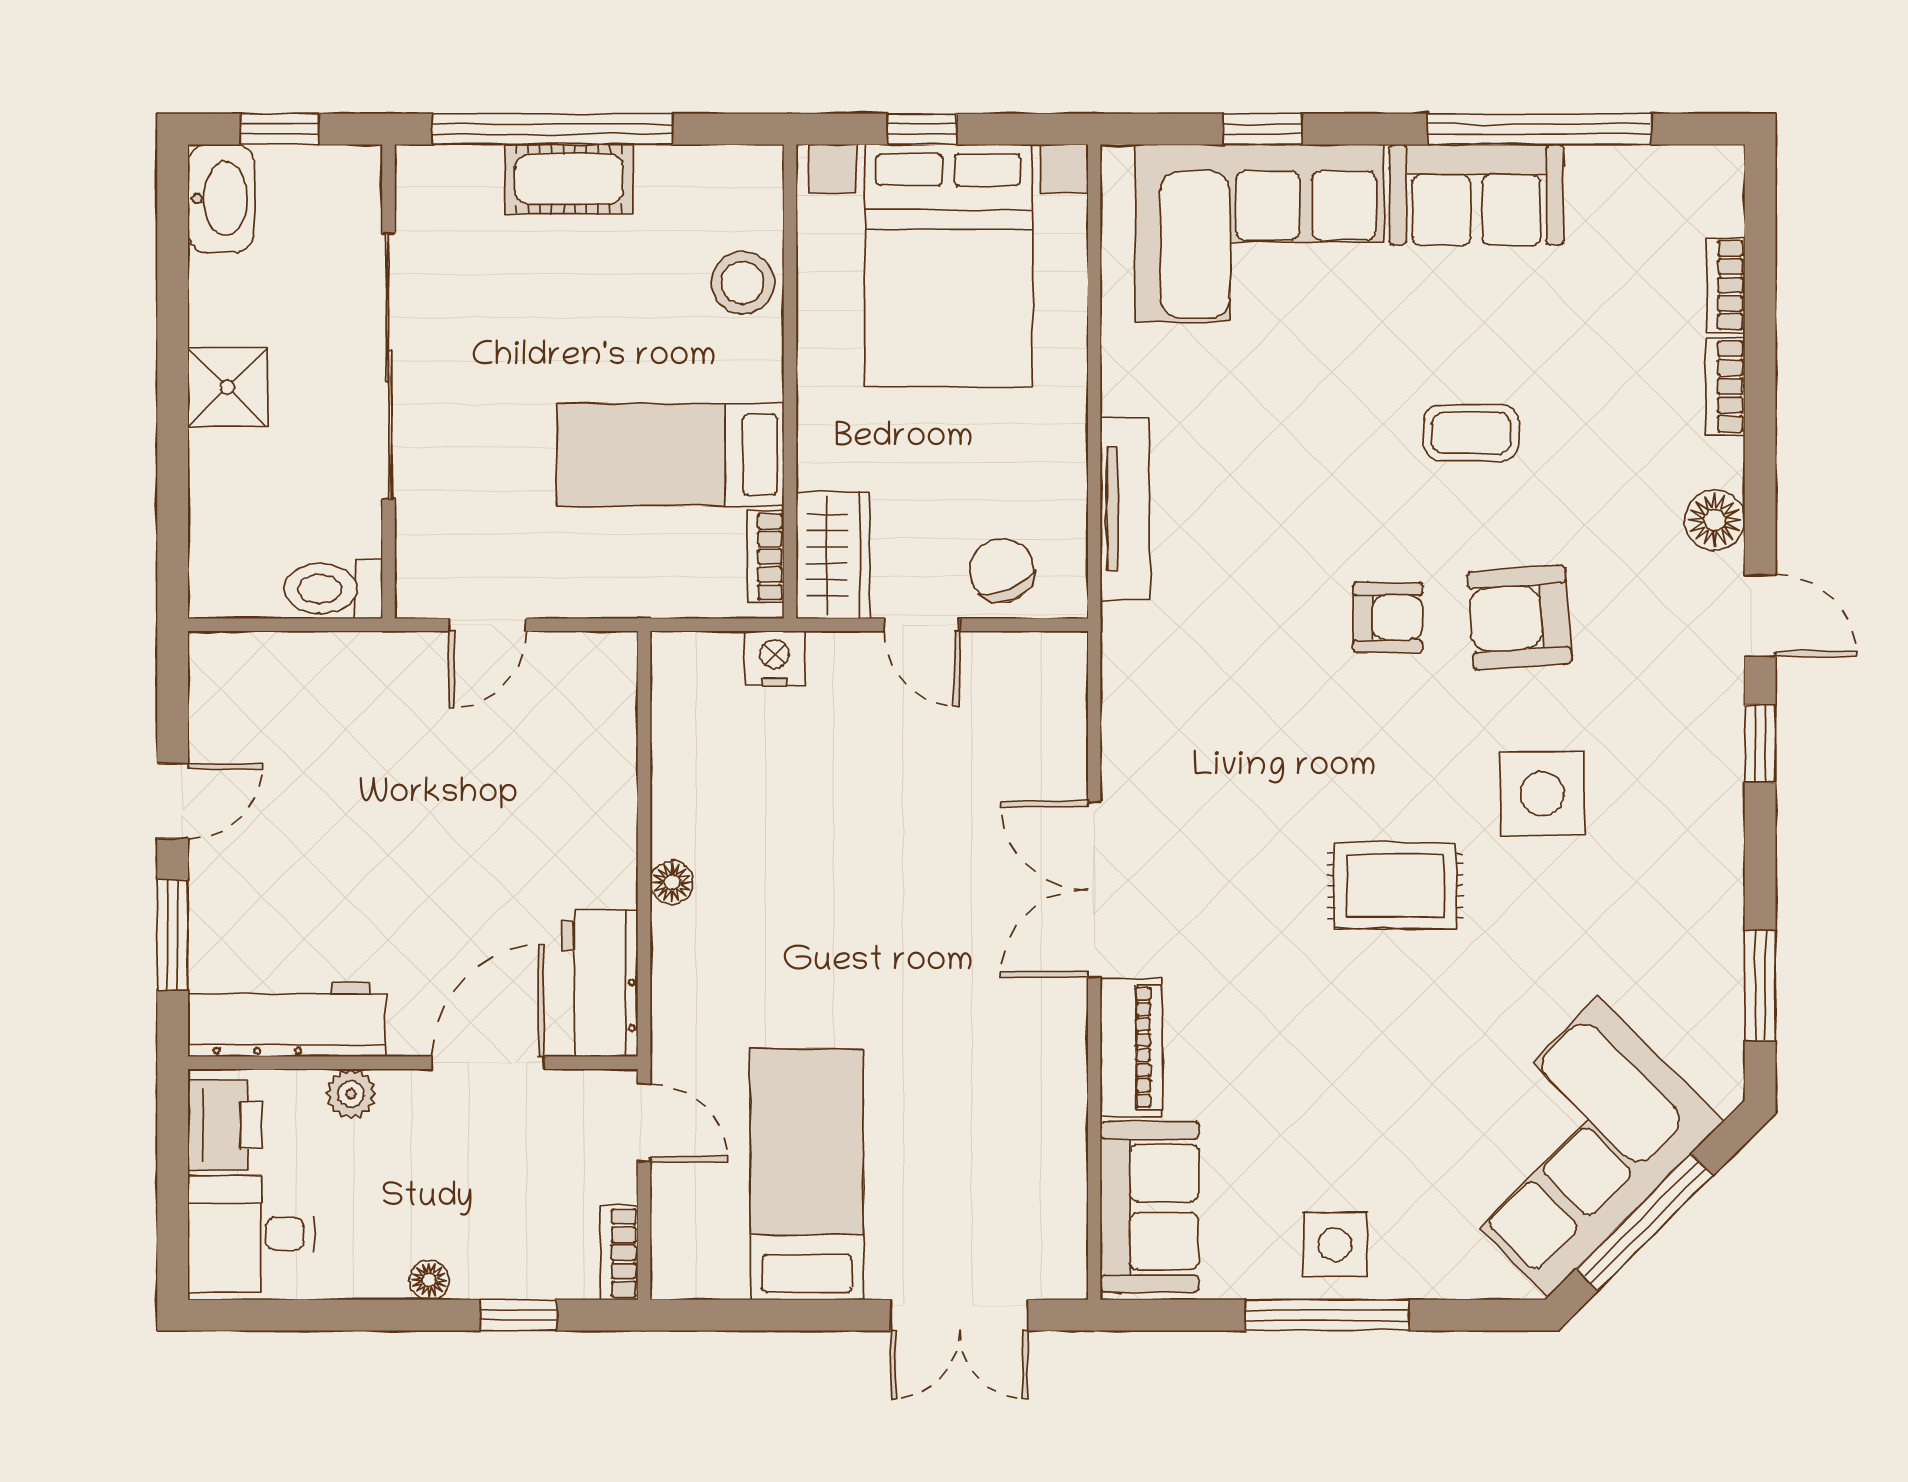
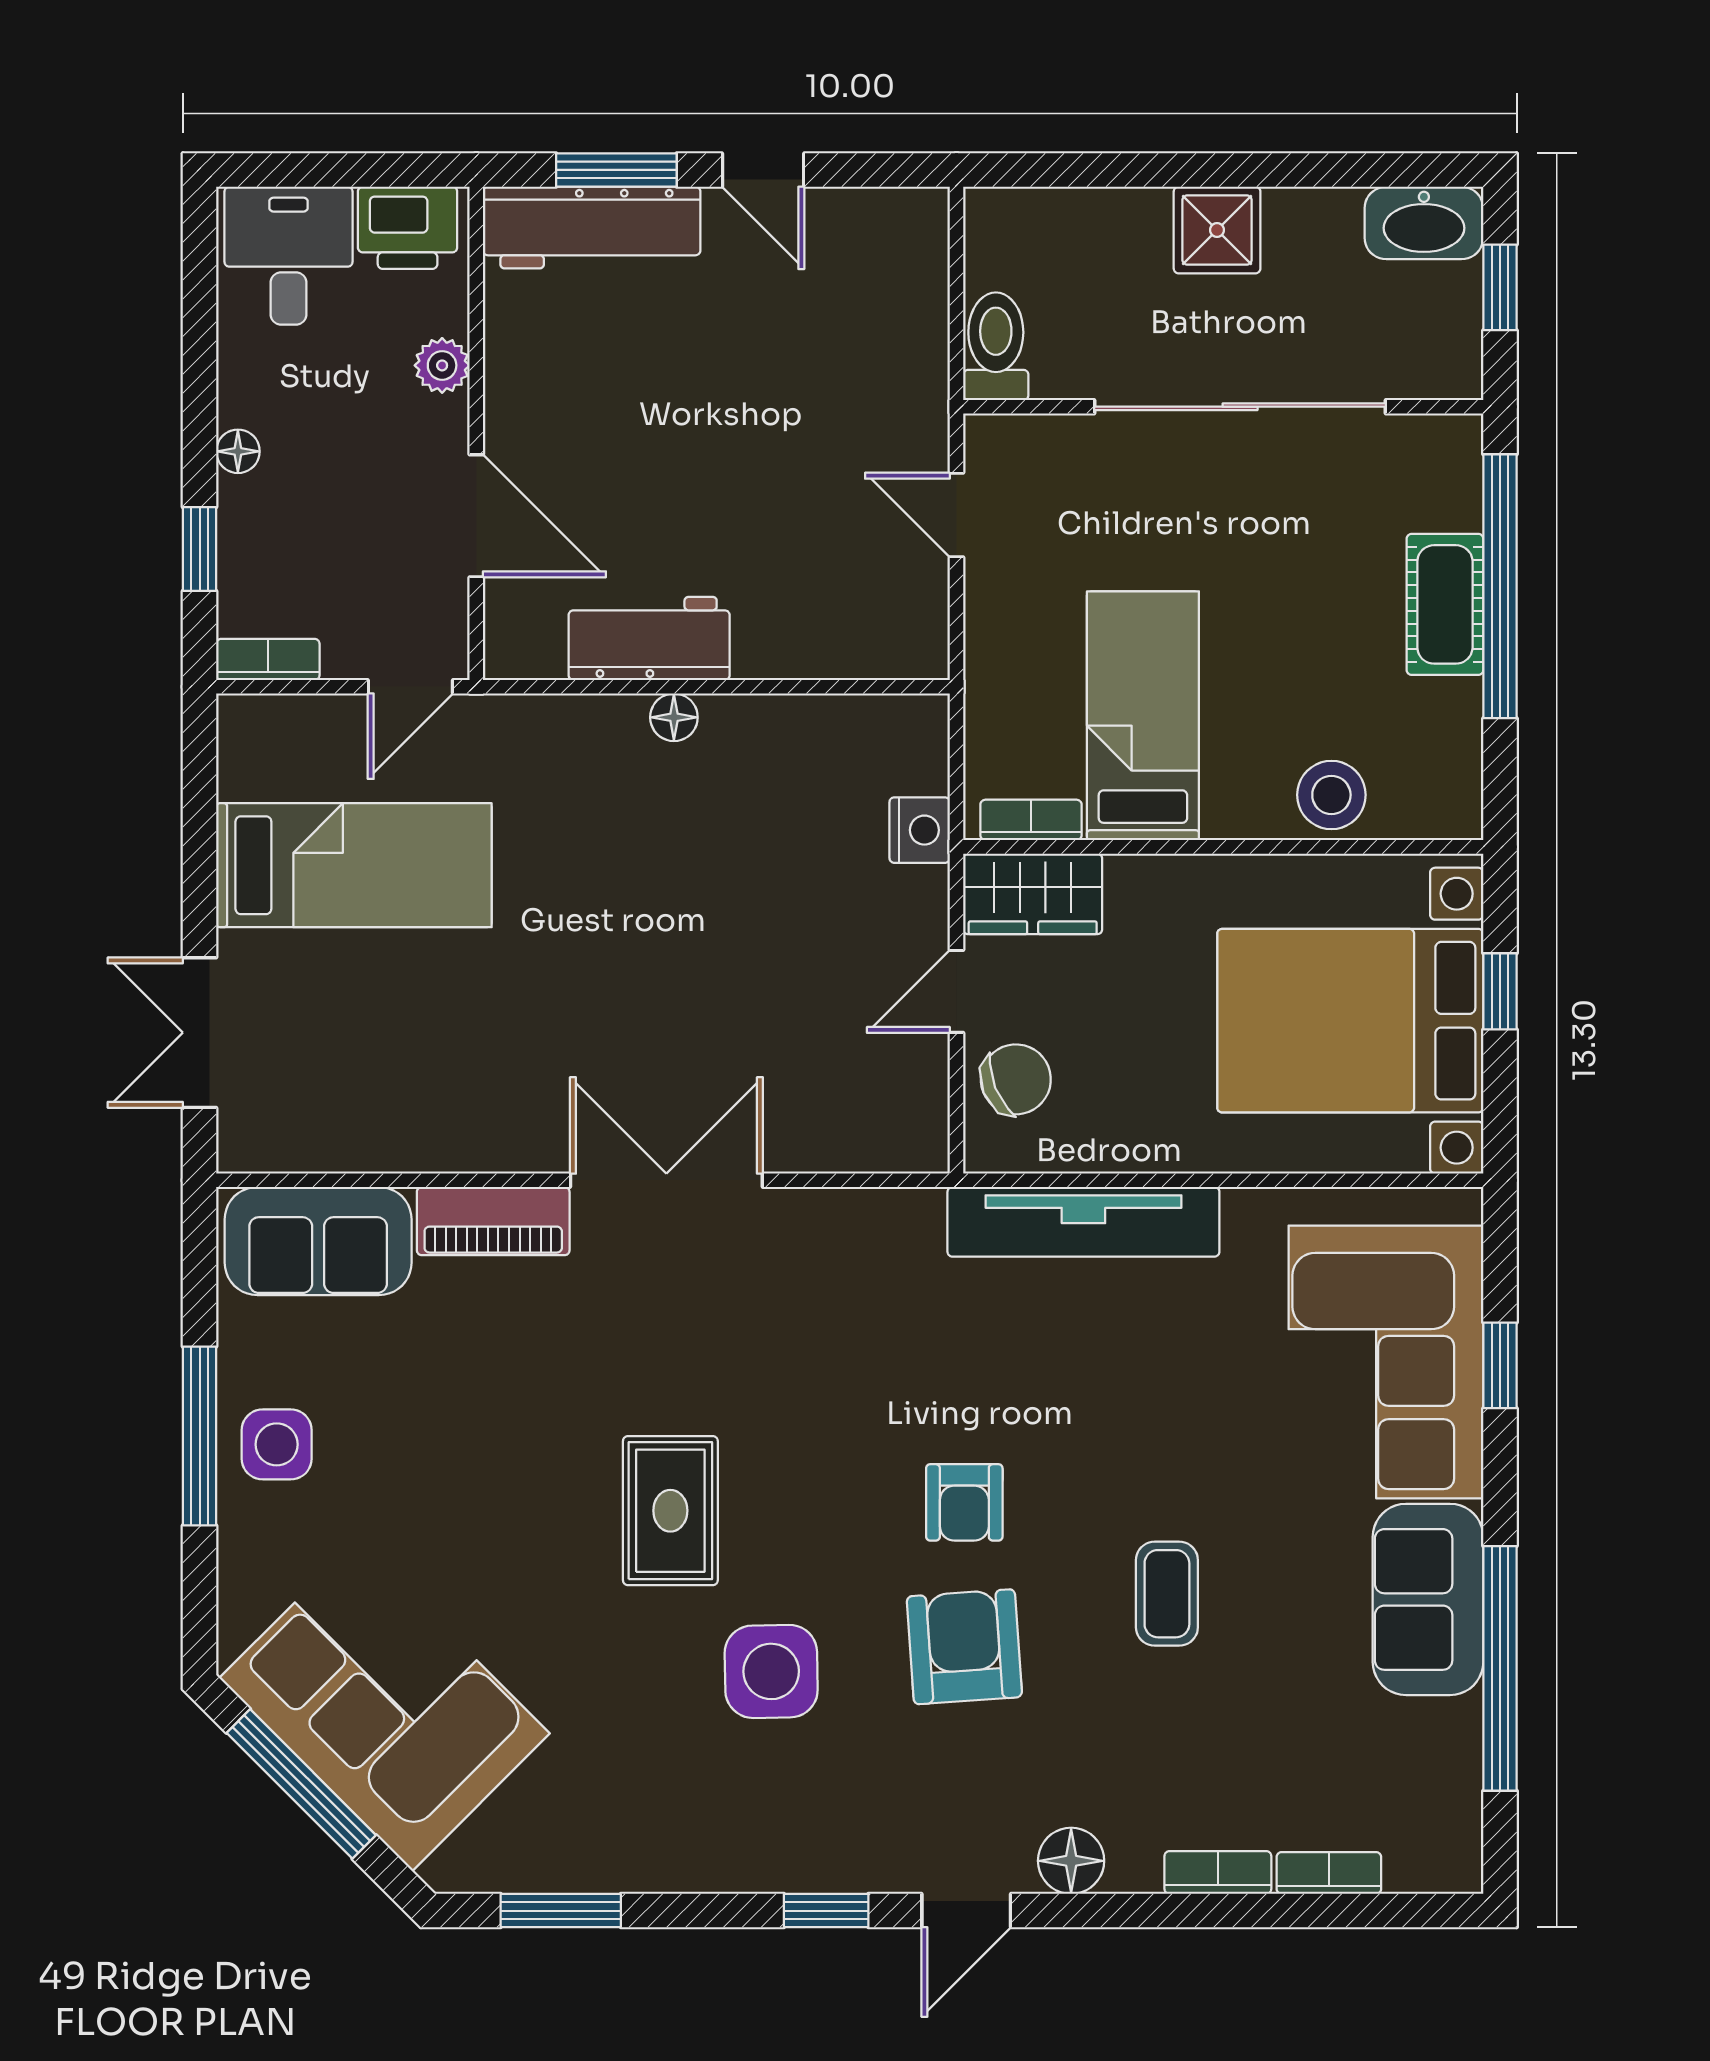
tv unit: (1125, 509) -> (1083, 1222), width x1.36, depth x1.29
workbench: (600, 983) -> (649, 639), moved
workbench: (287, 1019) -> (592, 228), moved, turned 90

